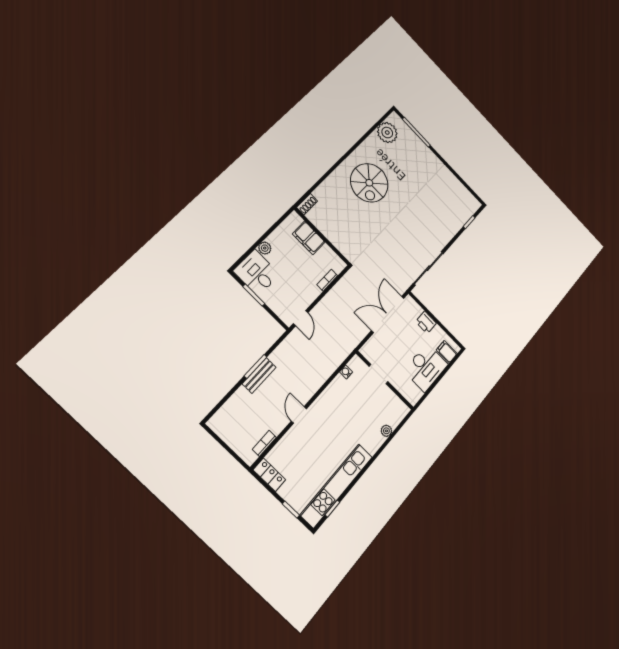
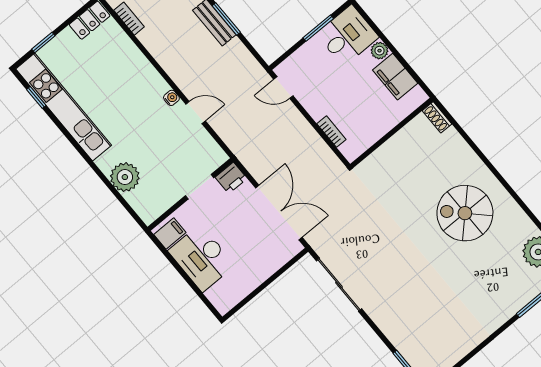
filing cabinet: (309, 238) -> (395, 77), moved, turned -90
printer: (426, 322) -> (231, 178), moved, turned 180
filing cabinet: (447, 352) -> (170, 234), moved
water cooler: (346, 372) -> (171, 98), moved
door: (299, 415) -> (196, 113), moved
plant: (386, 431) -> (125, 177), width x1.87, depth x1.87

